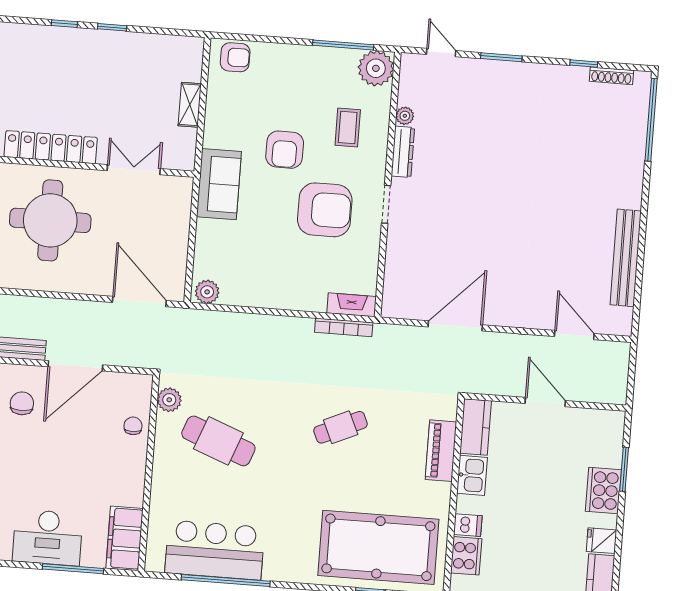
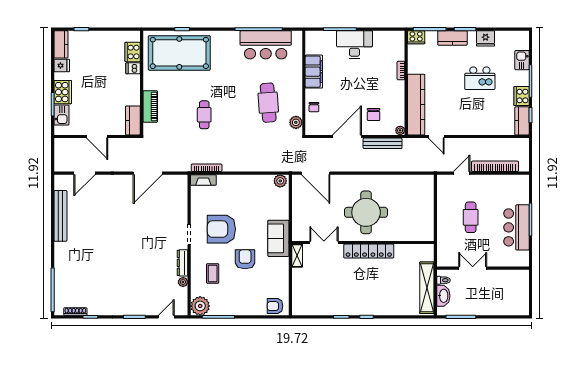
door: (441, 53) -> (166, 317), swing flipped
shelving: (190, 105) -> (297, 256), moved
double door: (134, 170) -> (324, 243), swing flipped
door: (574, 335) -> (84, 173), hinge flipped
cafe table: (341, 427) -> (204, 115), turned -66
cafe table: (218, 441) -> (268, 103), turned 65
kitchen sink: (472, 475) -> (61, 115), moved, turned 180
filing cabinet: (125, 538) -> (314, 72), moved

